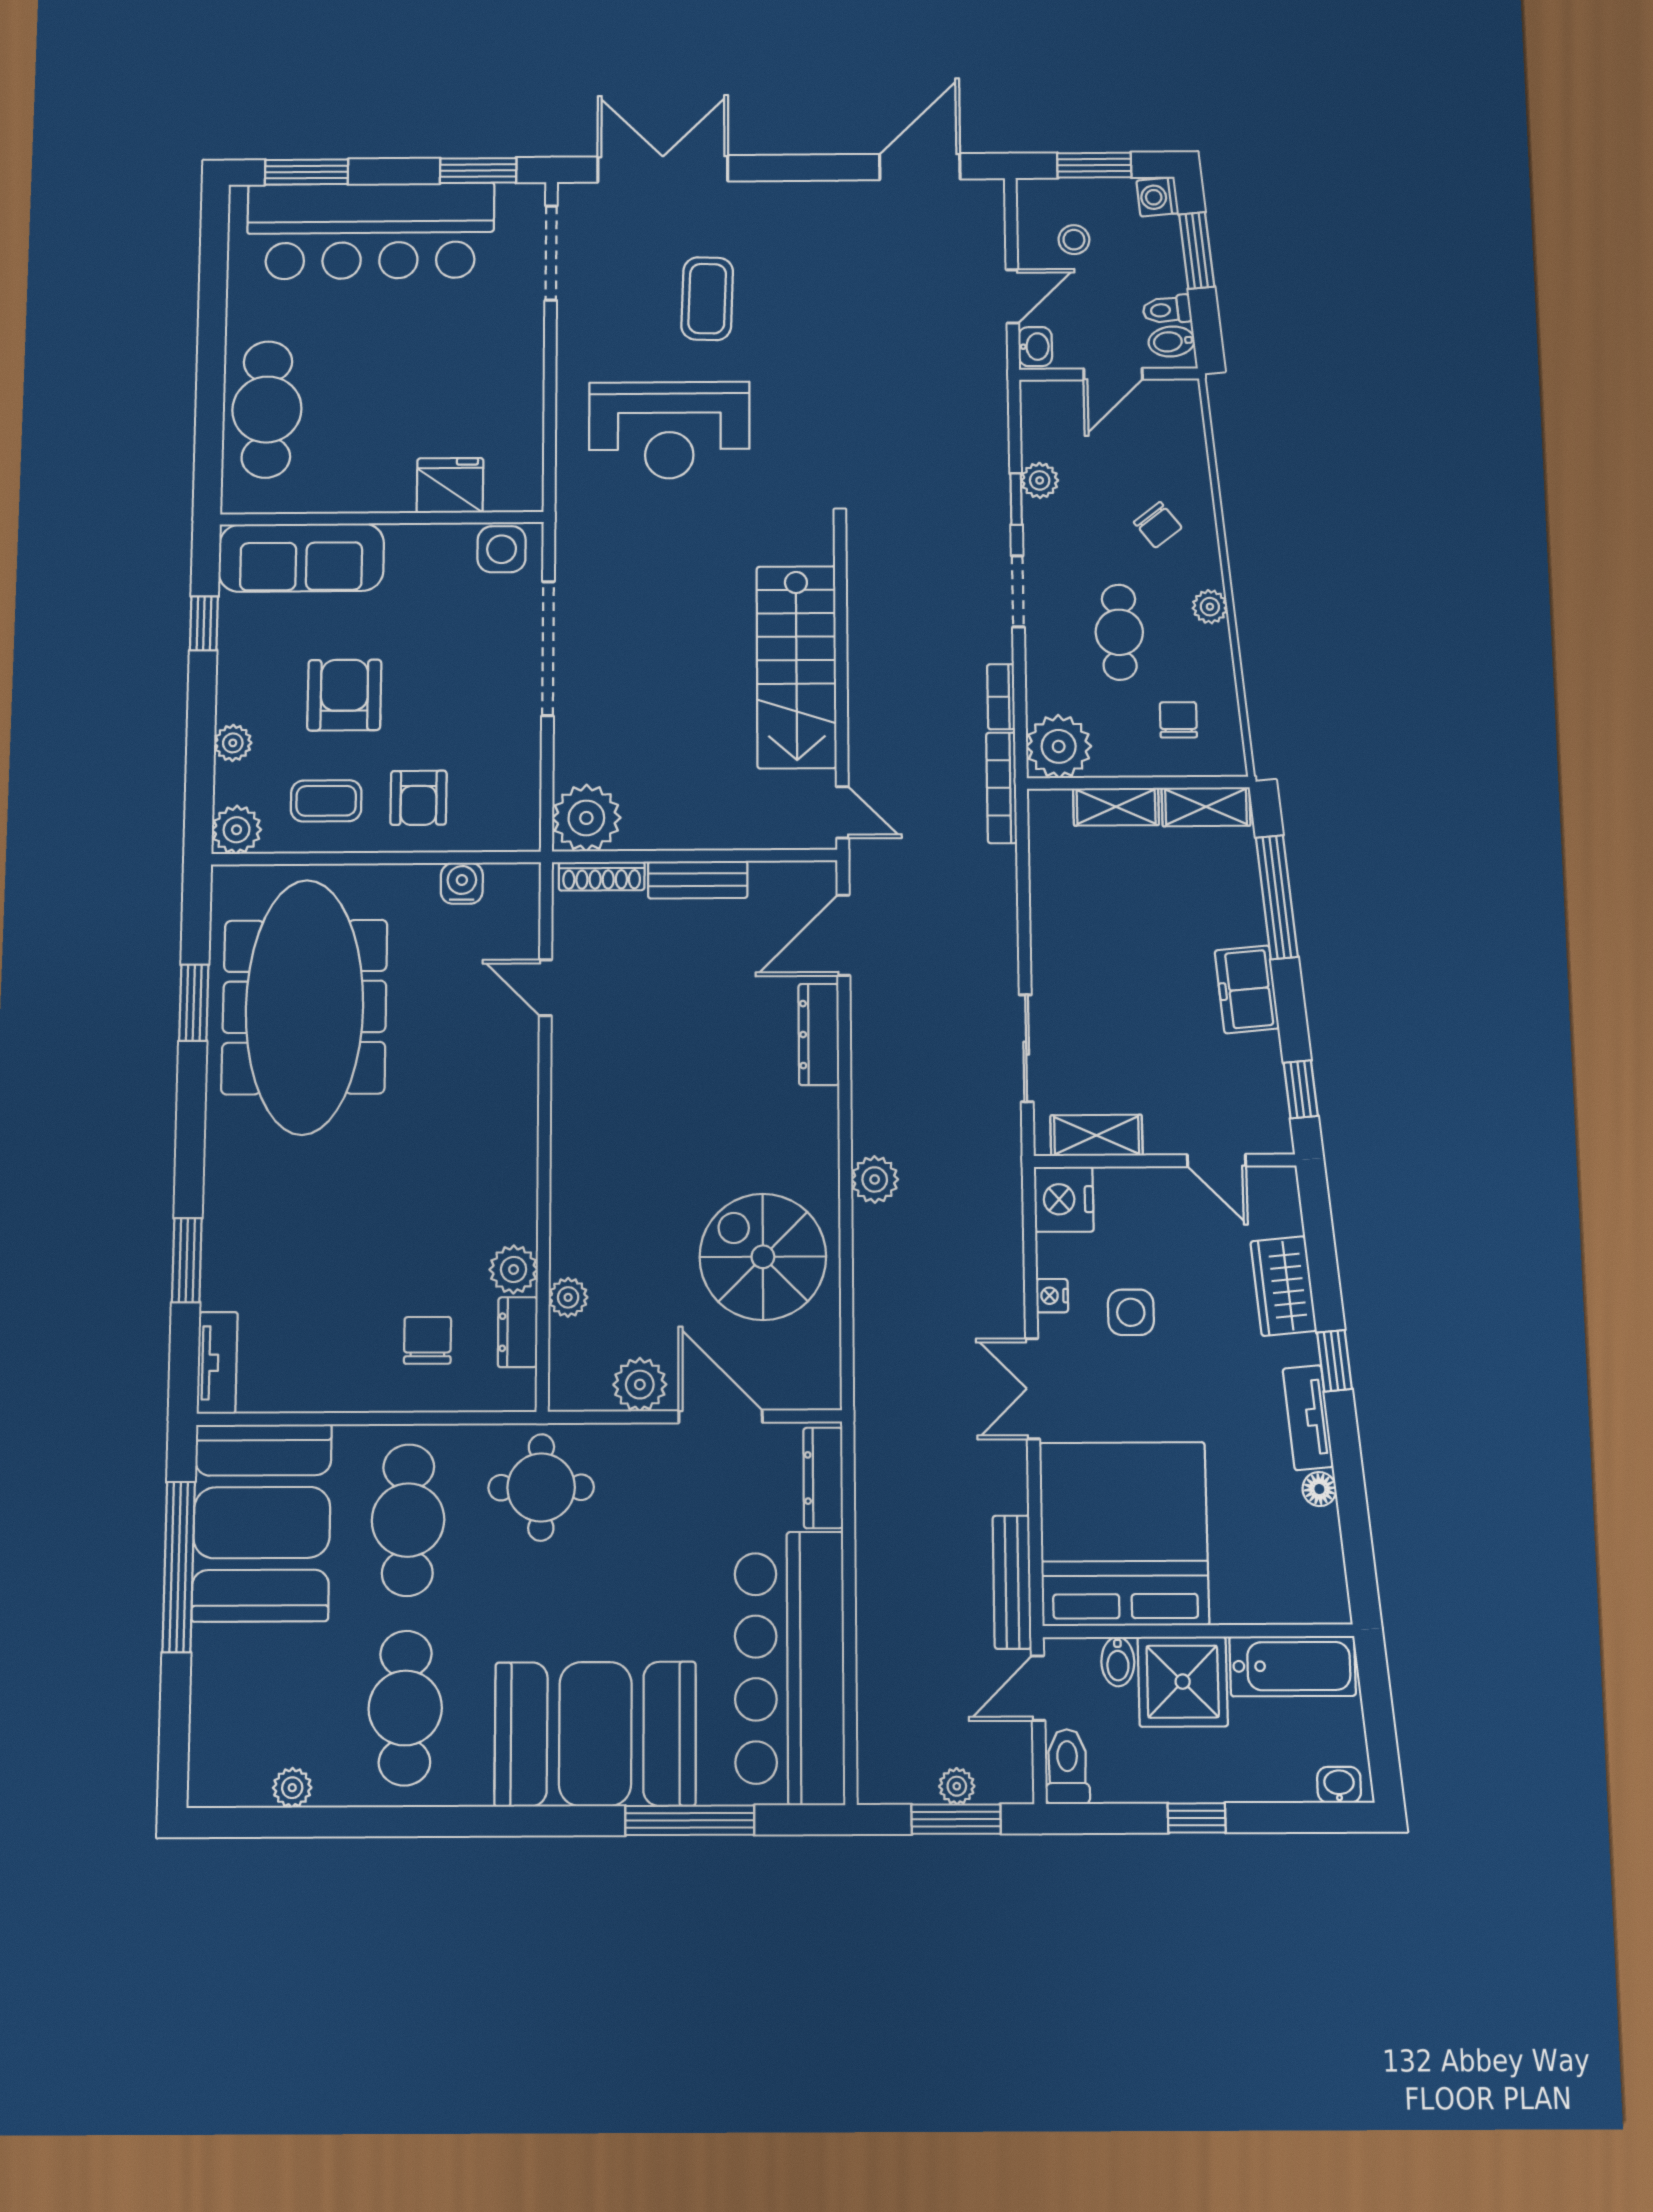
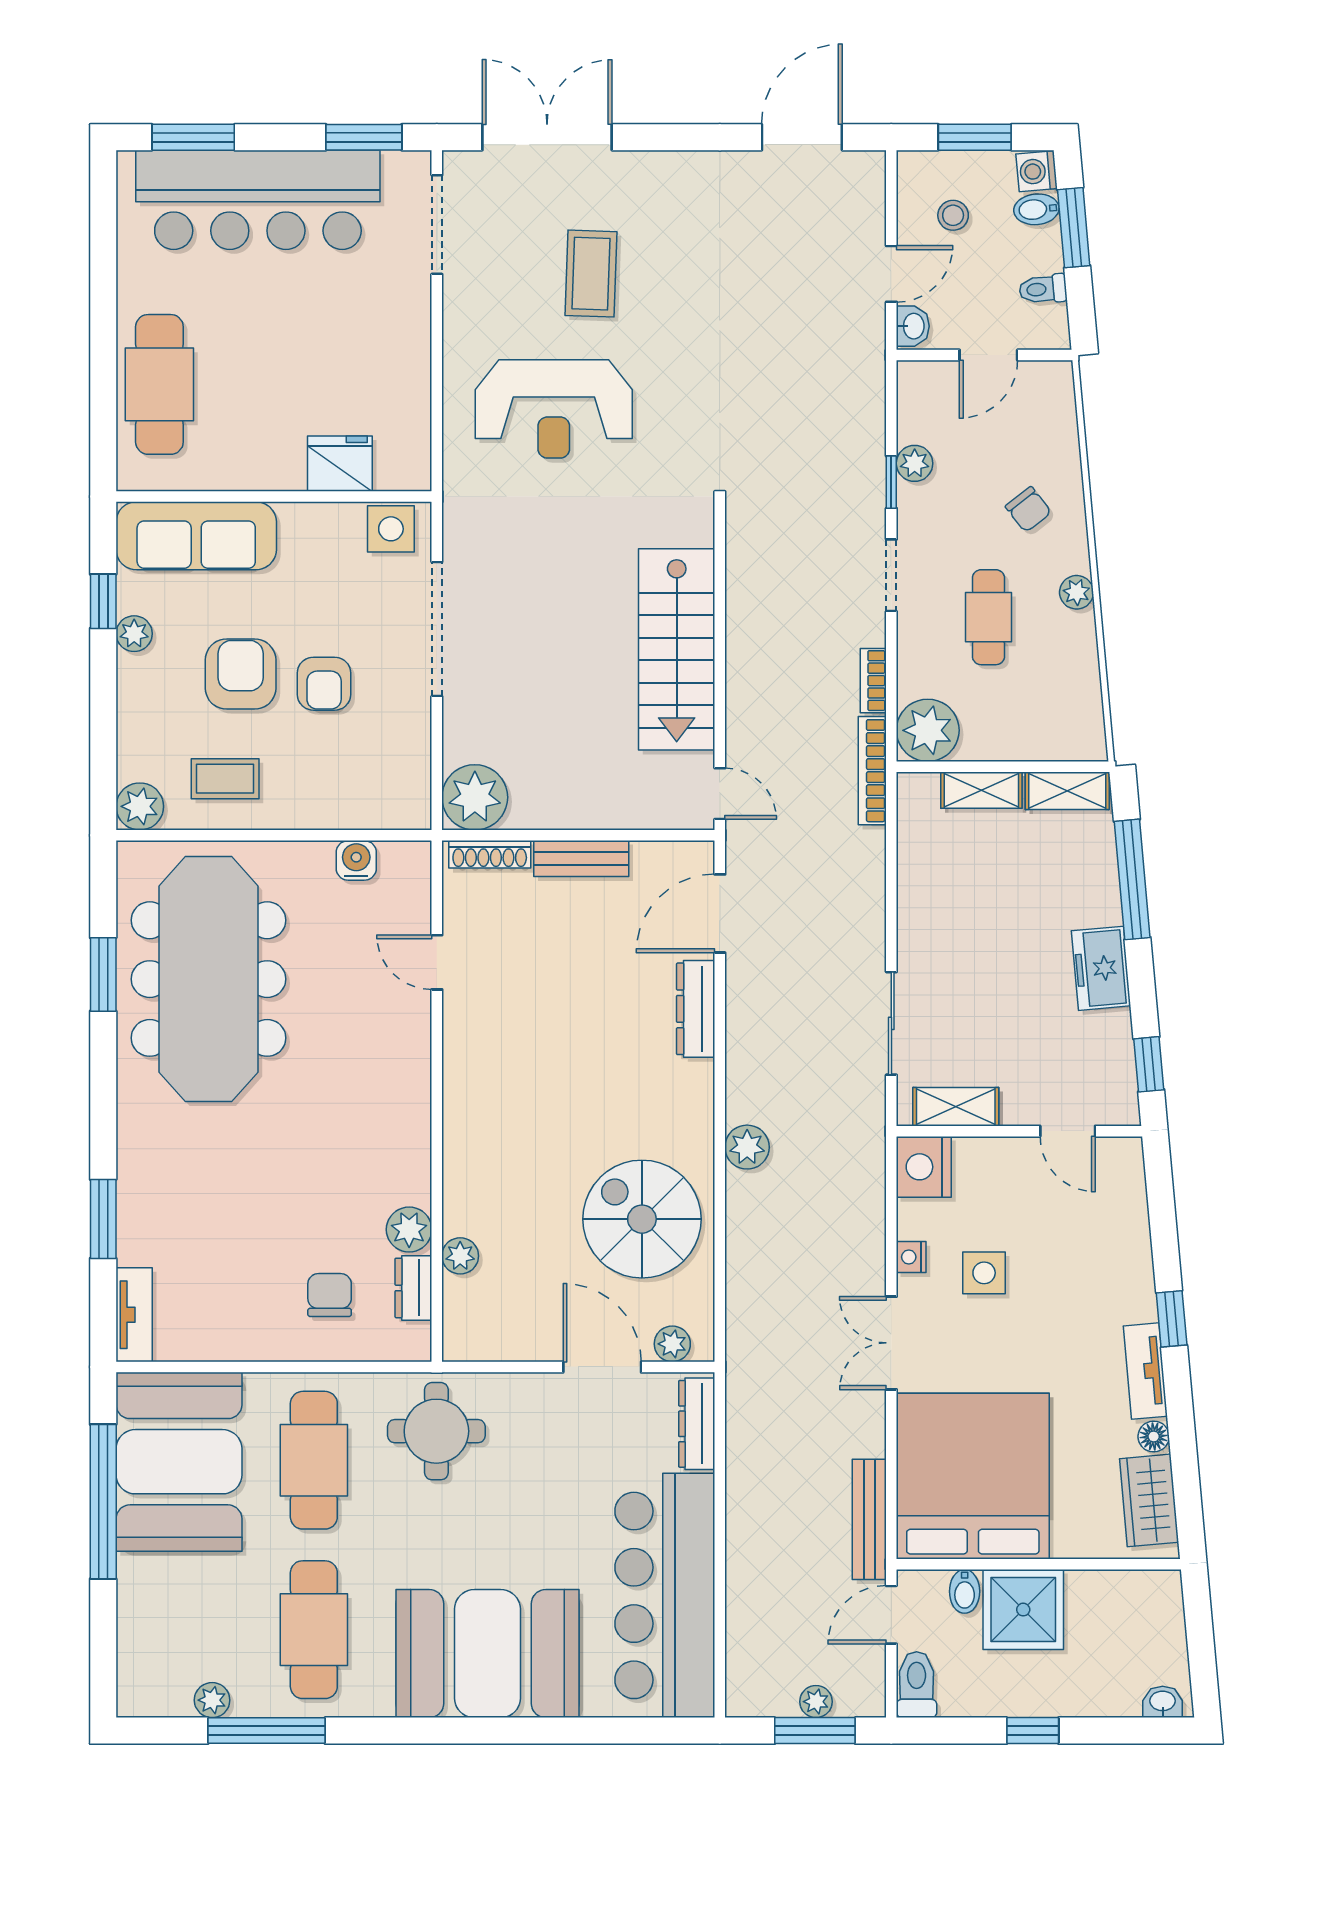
bidet: (1172, 341) -> (1036, 209), moved
chair: (1178, 720) -> (1043, 705), removed
plant: (233, 743) -> (134, 634), moved
armchair: (419, 798) -> (324, 684), moved
wardrobe: (1283, 1286) -> (1149, 1500), moved
plant: (640, 1385) -> (672, 1344), moved, width x0.73, depth x0.73
bathtub: (1293, 1666) -> (1124, 1596), removed
window: (690, 1820) -> (266, 1731), moved

